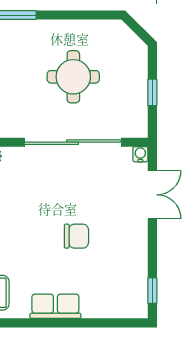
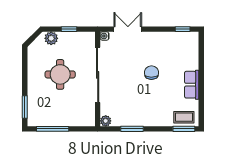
plant: (136, 61) -> (51, 38), added

